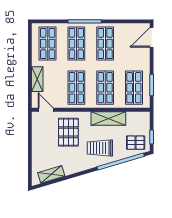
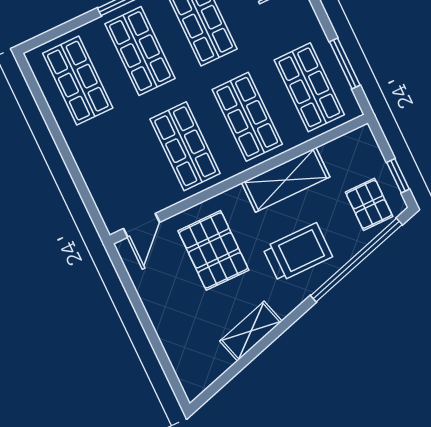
shelving: (37, 79) -> (92, 168), removed
door: (46, 110) -> (141, 225), swing flipped
pallet: (136, 143) -> (369, 204), turned 90
trolley: (100, 148) -> (298, 252), turned 180
shelving: (51, 174) -> (251, 331), moved

